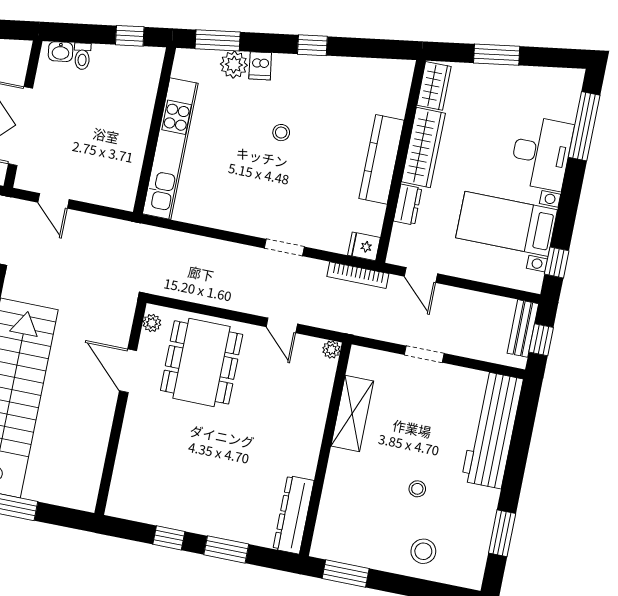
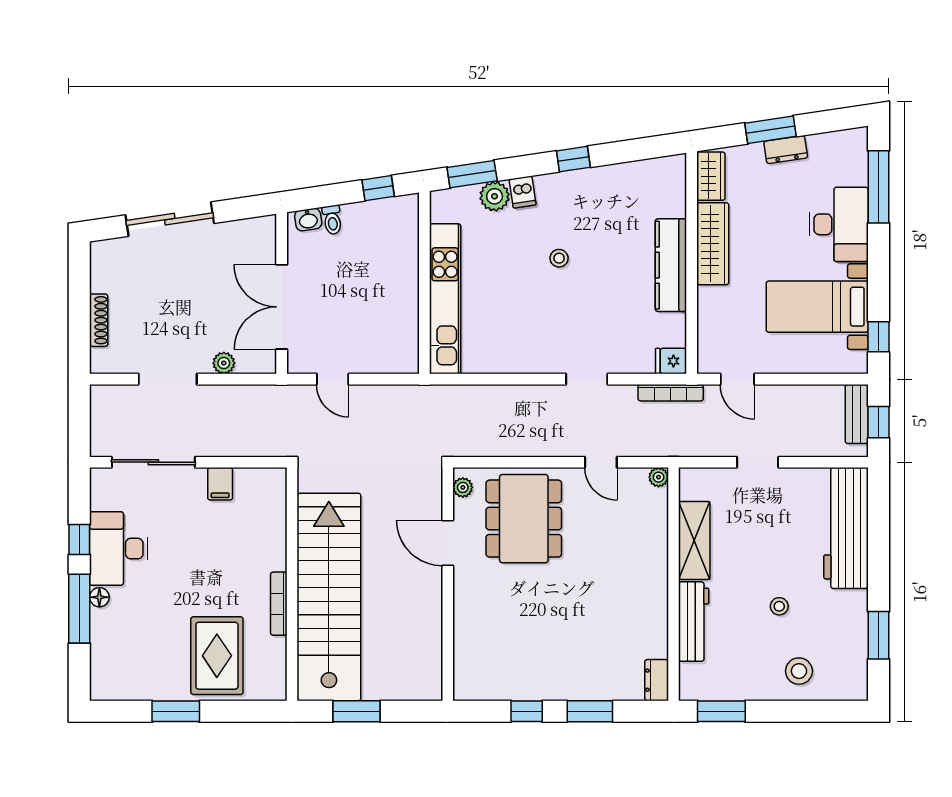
dresser: (408, 205) -> (786, 150), moved, turned 82
workbench: (337, 487) -> (694, 622), added
dresser: (294, 515) -> (657, 680), width x0.51, depth x0.80

